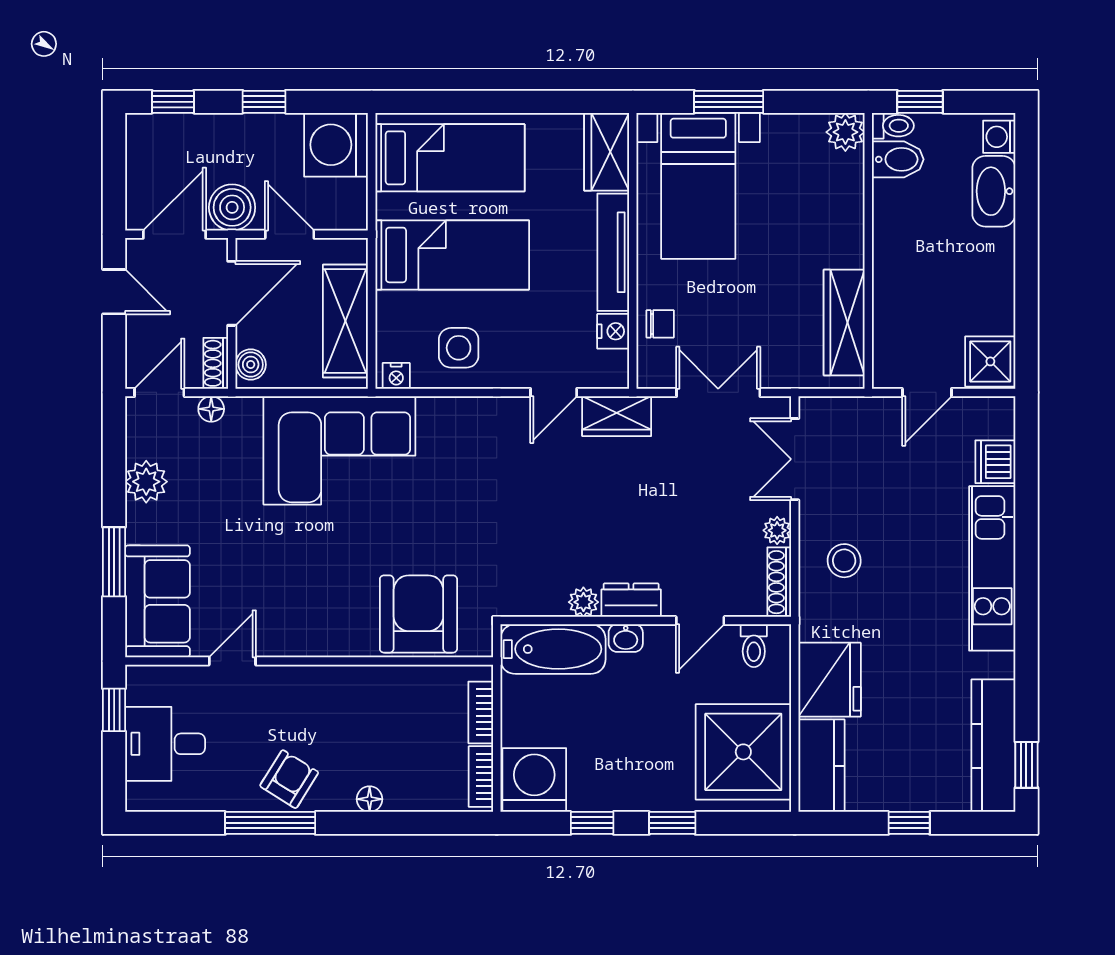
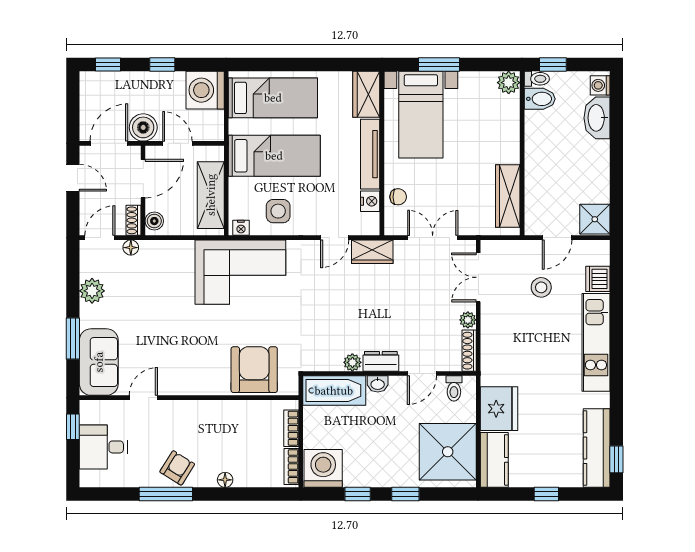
corner sofa: (339, 450) -> (240, 272), moved
stool: (844, 561) -> (541, 287), moved

